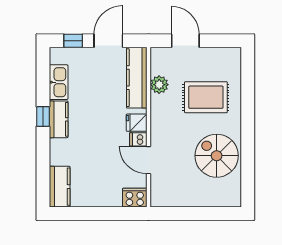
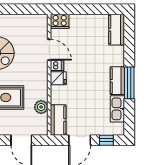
kitchen counter: (137, 78) -> (58, 120), width x0.67
window: (43, 116) -> (129, 83), width x2.17

